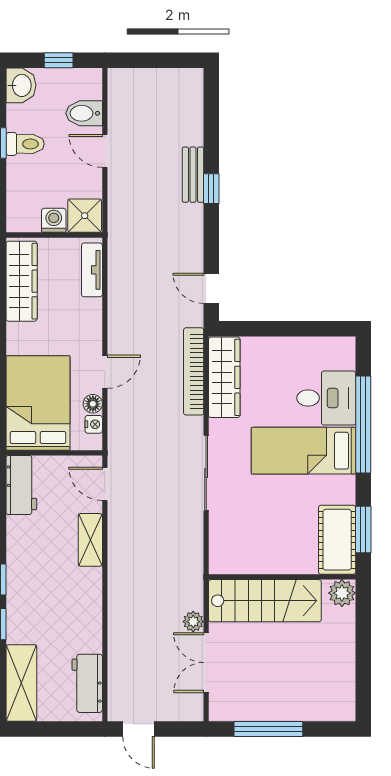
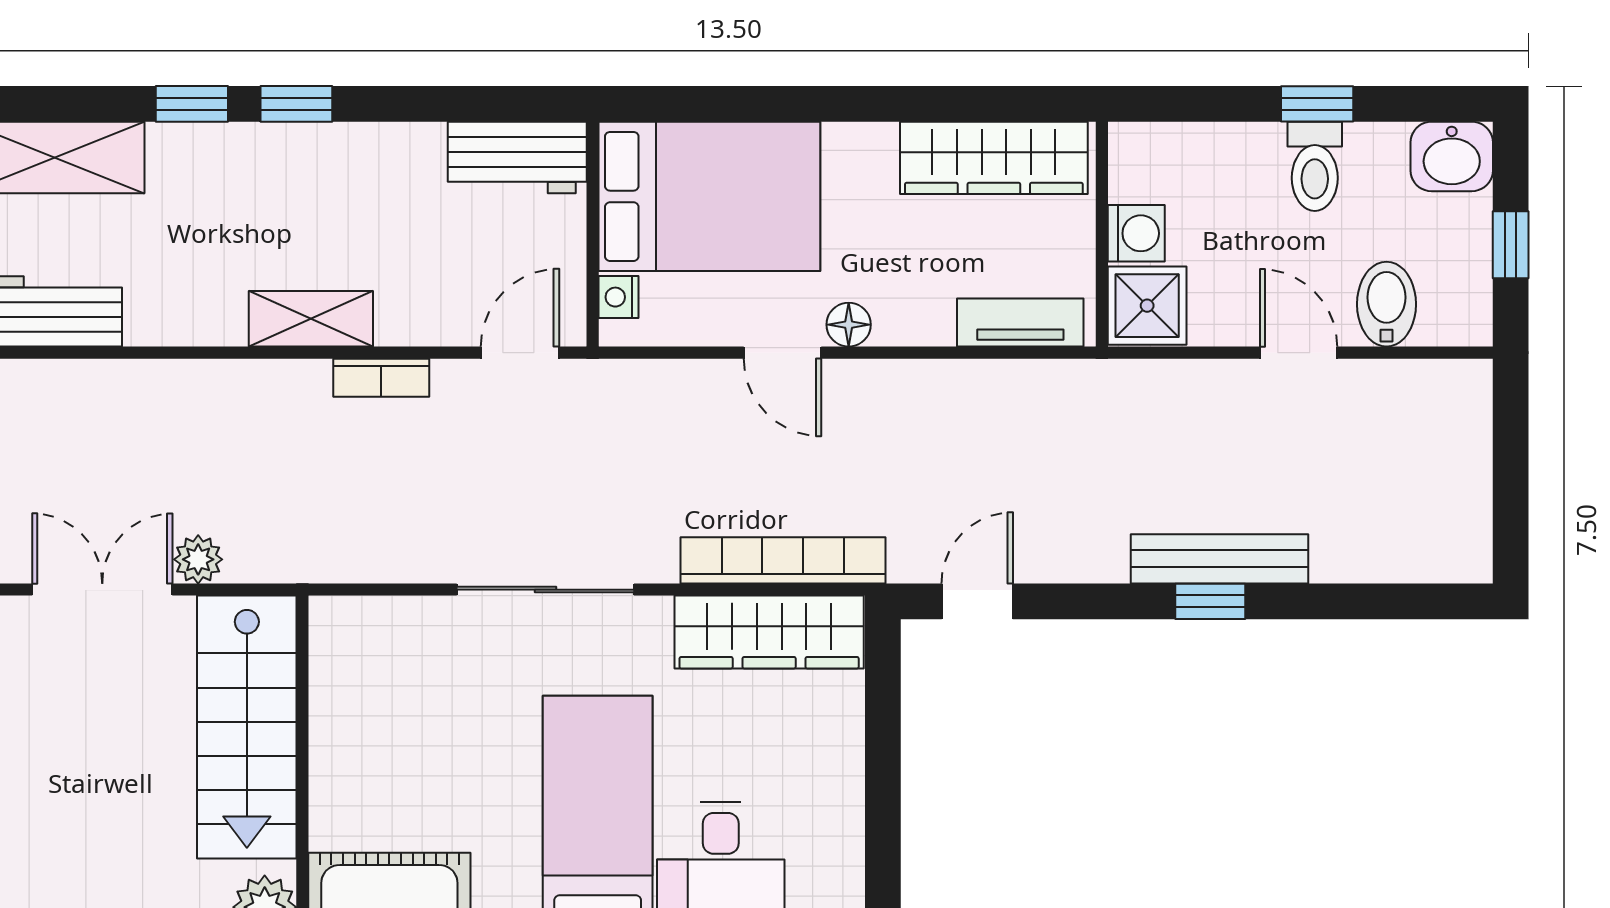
door: (105, 151) -> (1299, 353), hinge flipped
bench: (193, 175) -> (1219, 559), width x1.36
floor lamp: (93, 404) -> (849, 325), moved
nightstand: (94, 424) -> (618, 297), moved, turned 90
shelving: (90, 540) -> (311, 319), moved
bookcase: (116, 543) -> (381, 378), added

